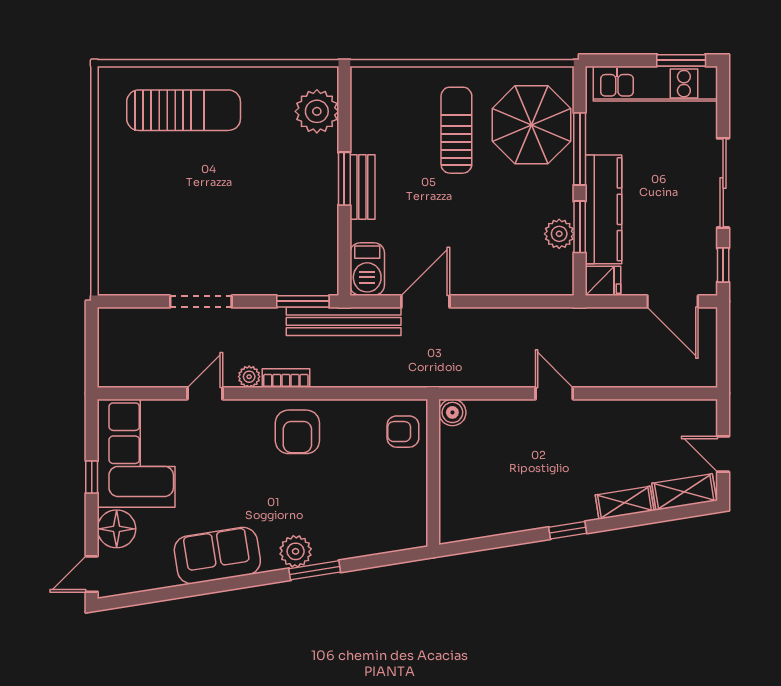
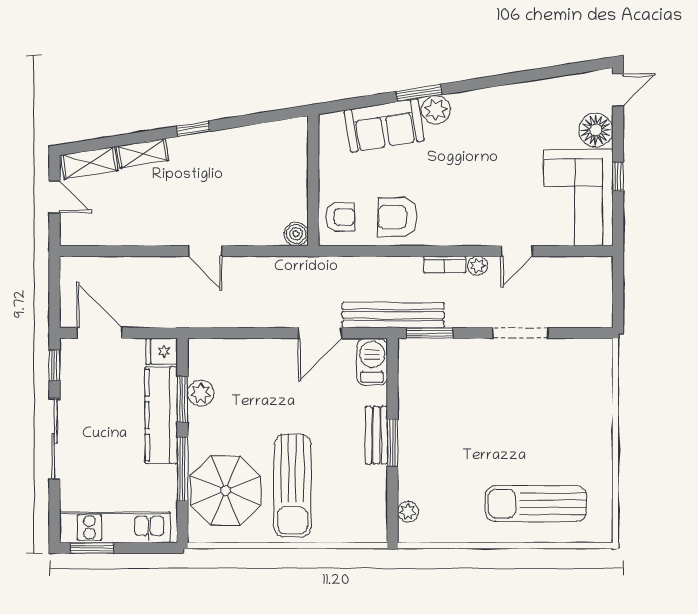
plant: (317, 111) -> (408, 512), width x0.53, depth x0.53
sun lounger: (456, 130) -> (292, 486), width x1.36, depth x1.34
armchair: (297, 432) -> (398, 217), moved, turned -90
sofa: (217, 555) -> (384, 126), moved

